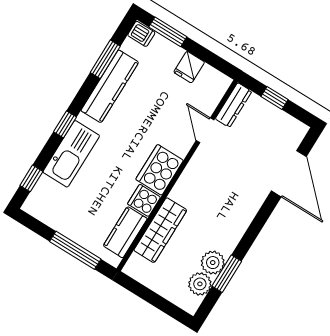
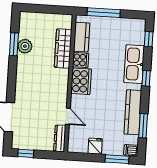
window: (274, 98) -> (26, 153), moved
plant: (200, 284) -> (26, 31), removed

